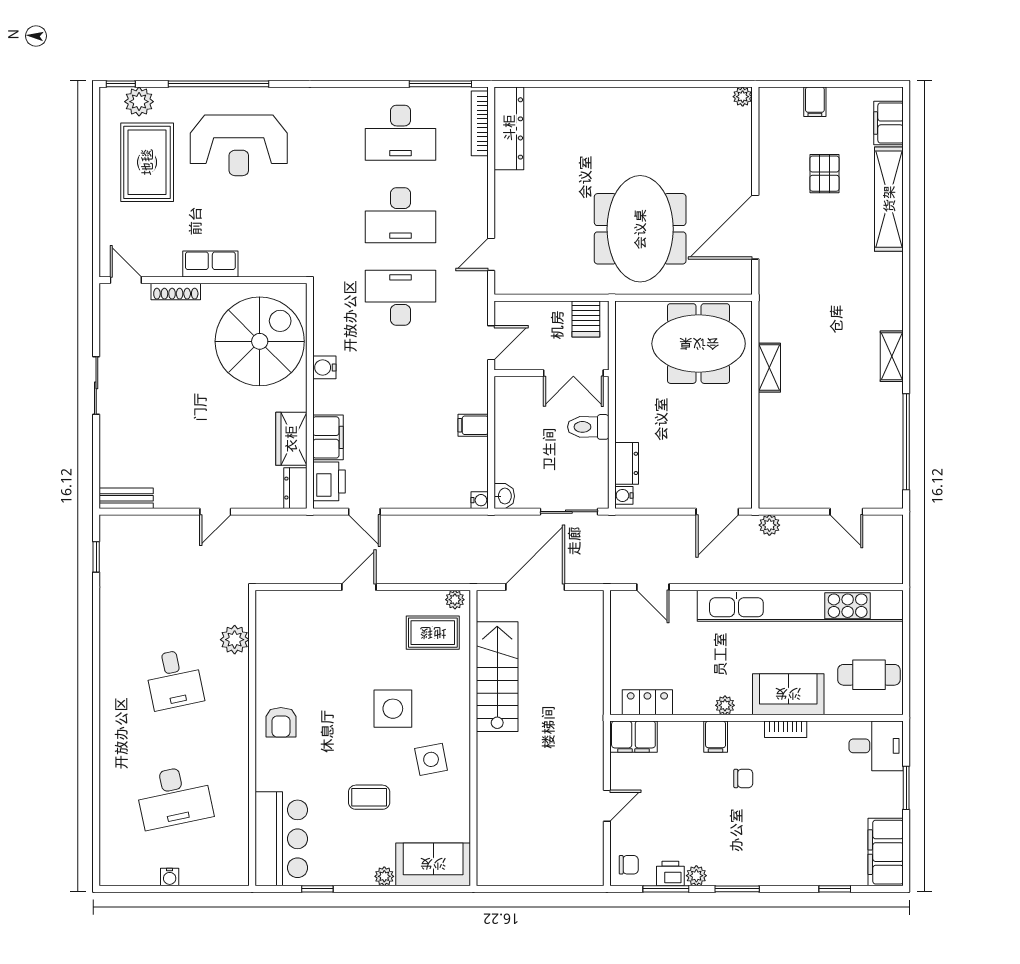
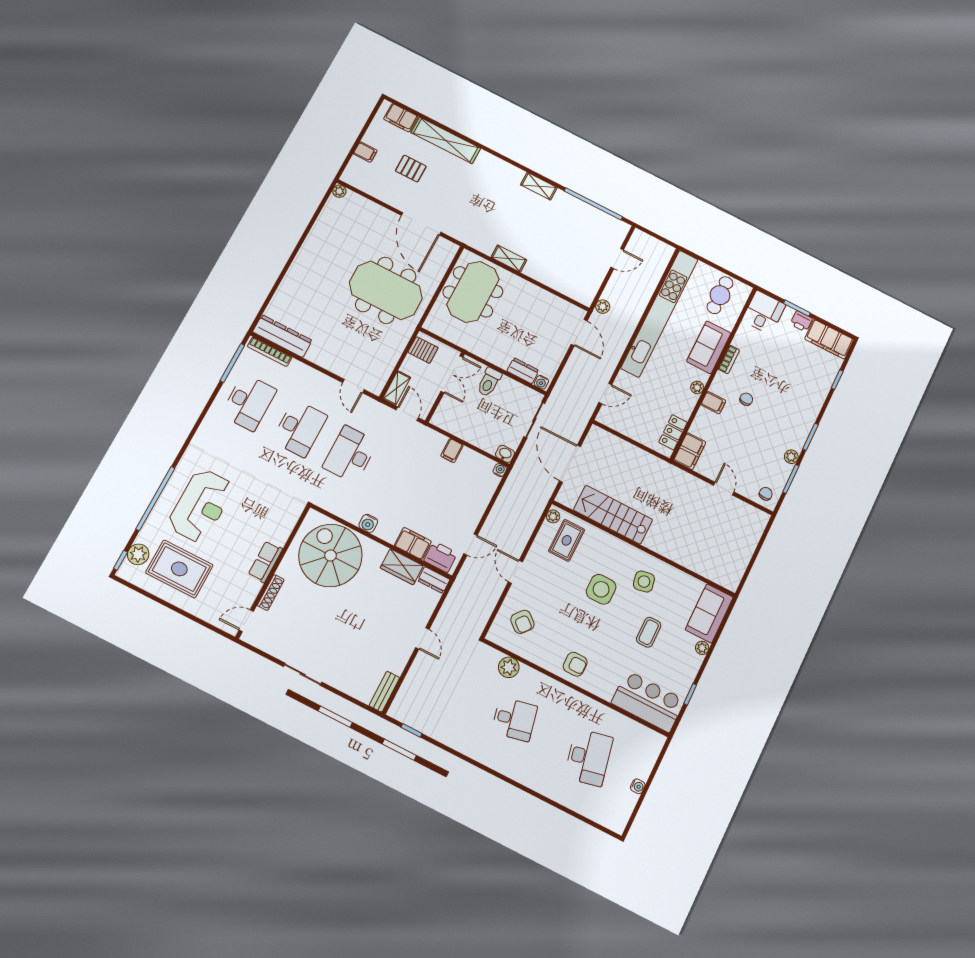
shelving: (518, 311) -> (397, 388), added
armchair: (300, 628) -> (522, 622), added
printer: (670, 874) -> (801, 321), moved, turned -90

